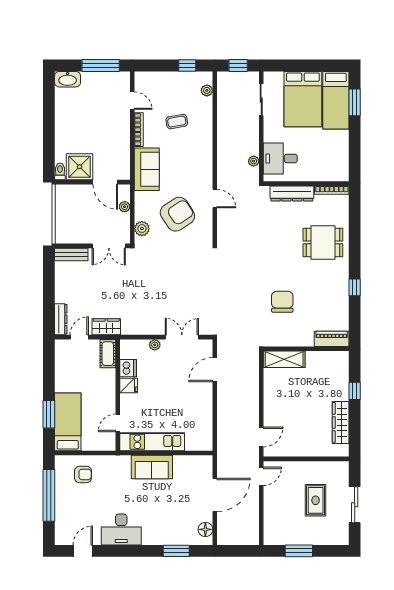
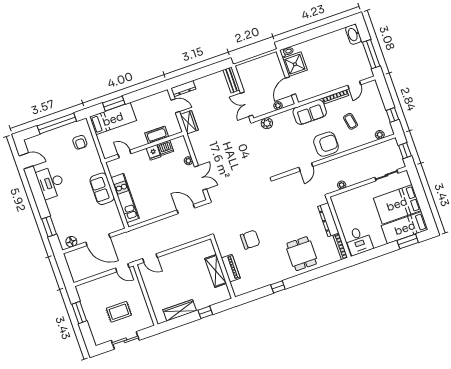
desk: (280, 158) -> (359, 241), moved, turned 180
armchair: (177, 214) -> (326, 144), moved, turned -57
piano: (332, 339) -> (231, 268), moved
cot: (108, 354) -> (157, 135), moved
shelving: (284, 359) -> (216, 271), moved
kitchen unit: (152, 442) -> (125, 198), moved

